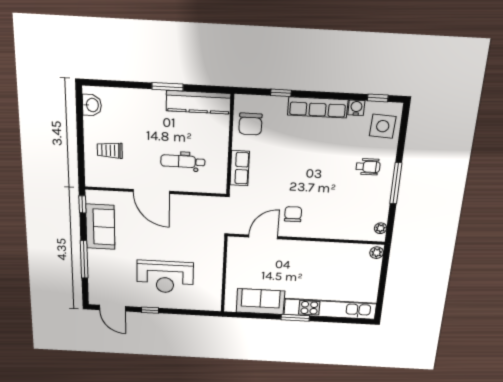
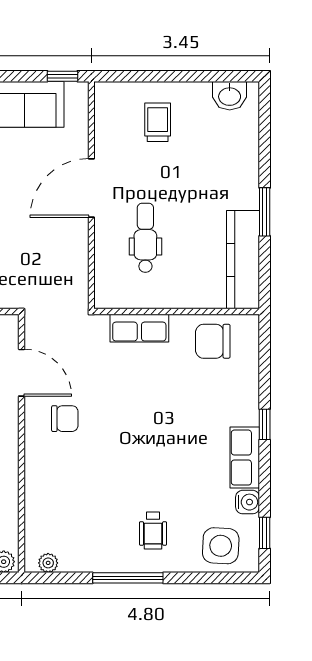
window: (281, 93) -> (265, 424), moved
row of seats: (318, 107) -> (245, 458), width x0.68

